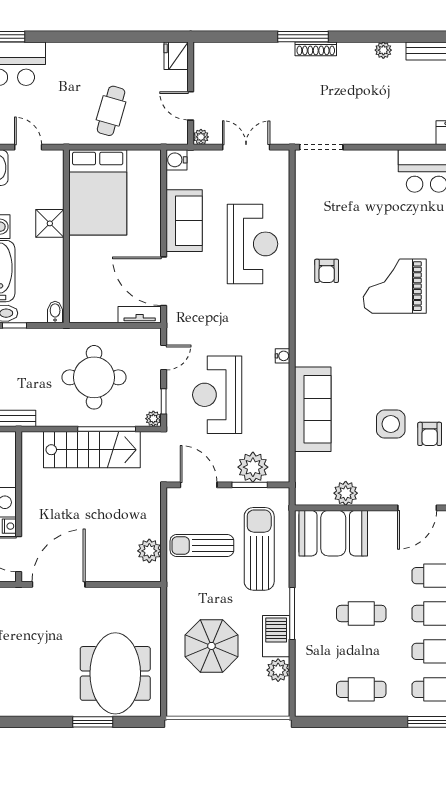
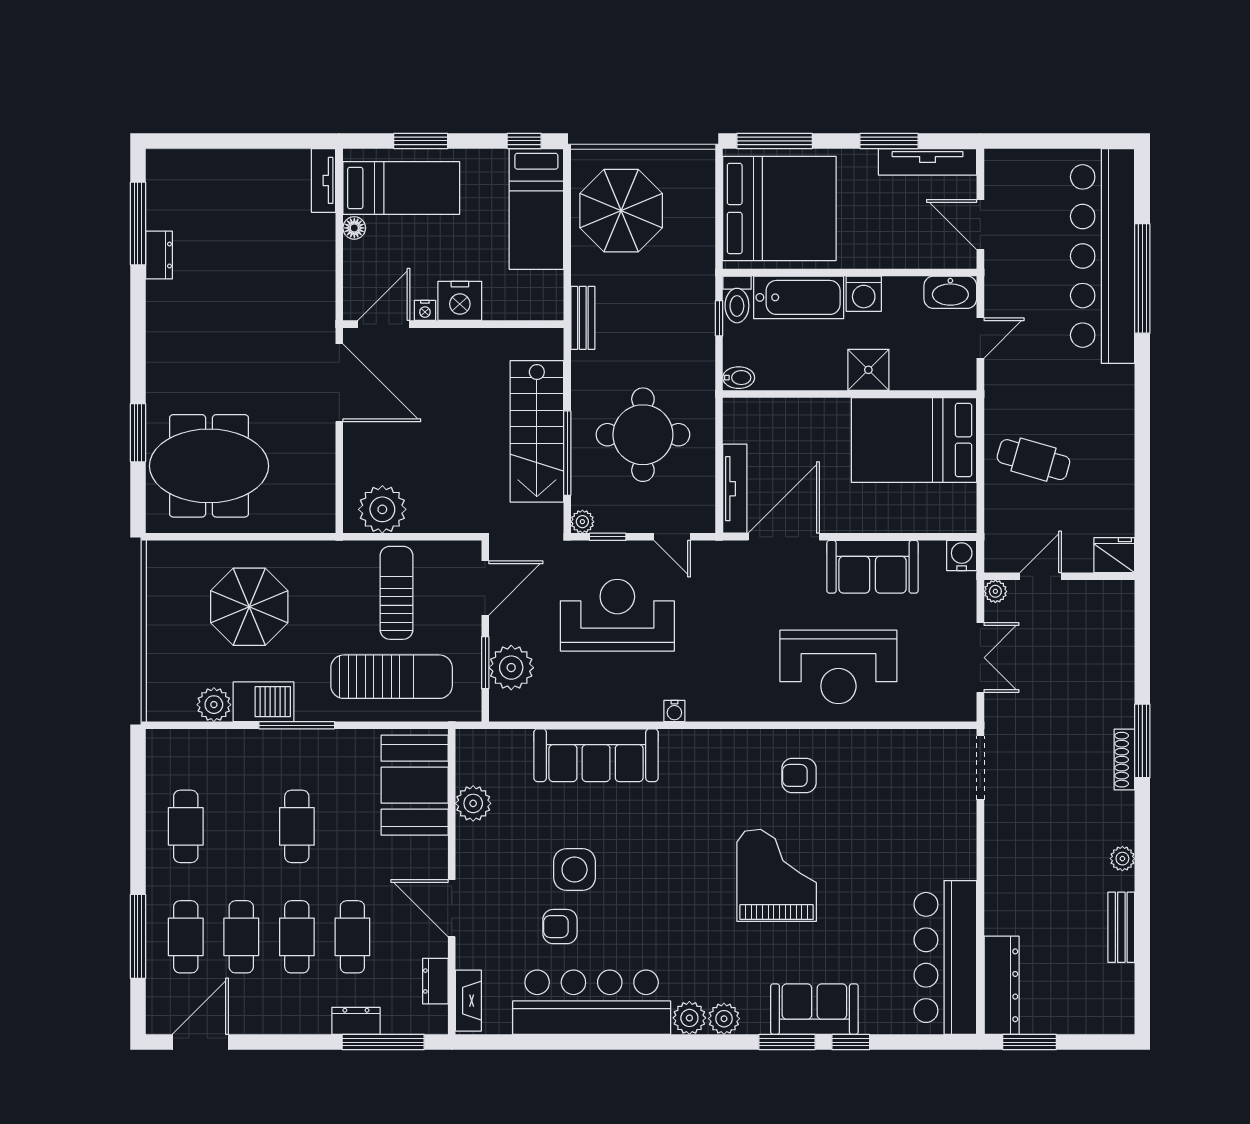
tv unit: (140, 315) -> (735, 489), width x1.41
plant: (149, 551) -> (382, 509), width x1.36, depth x1.36

